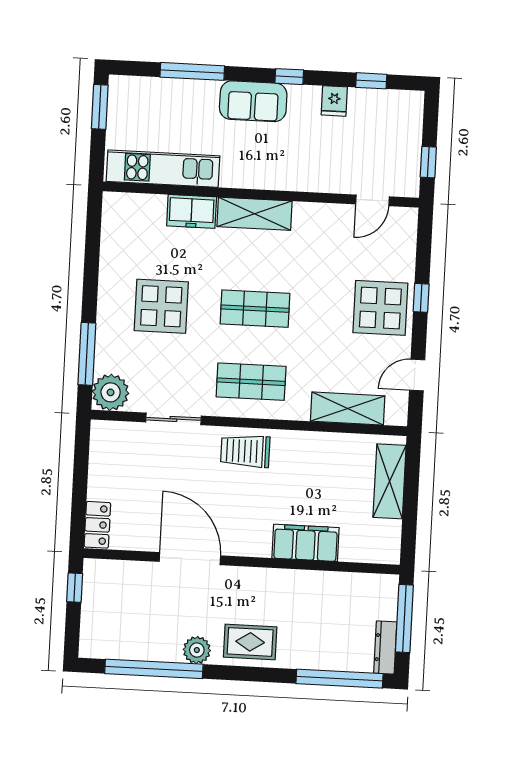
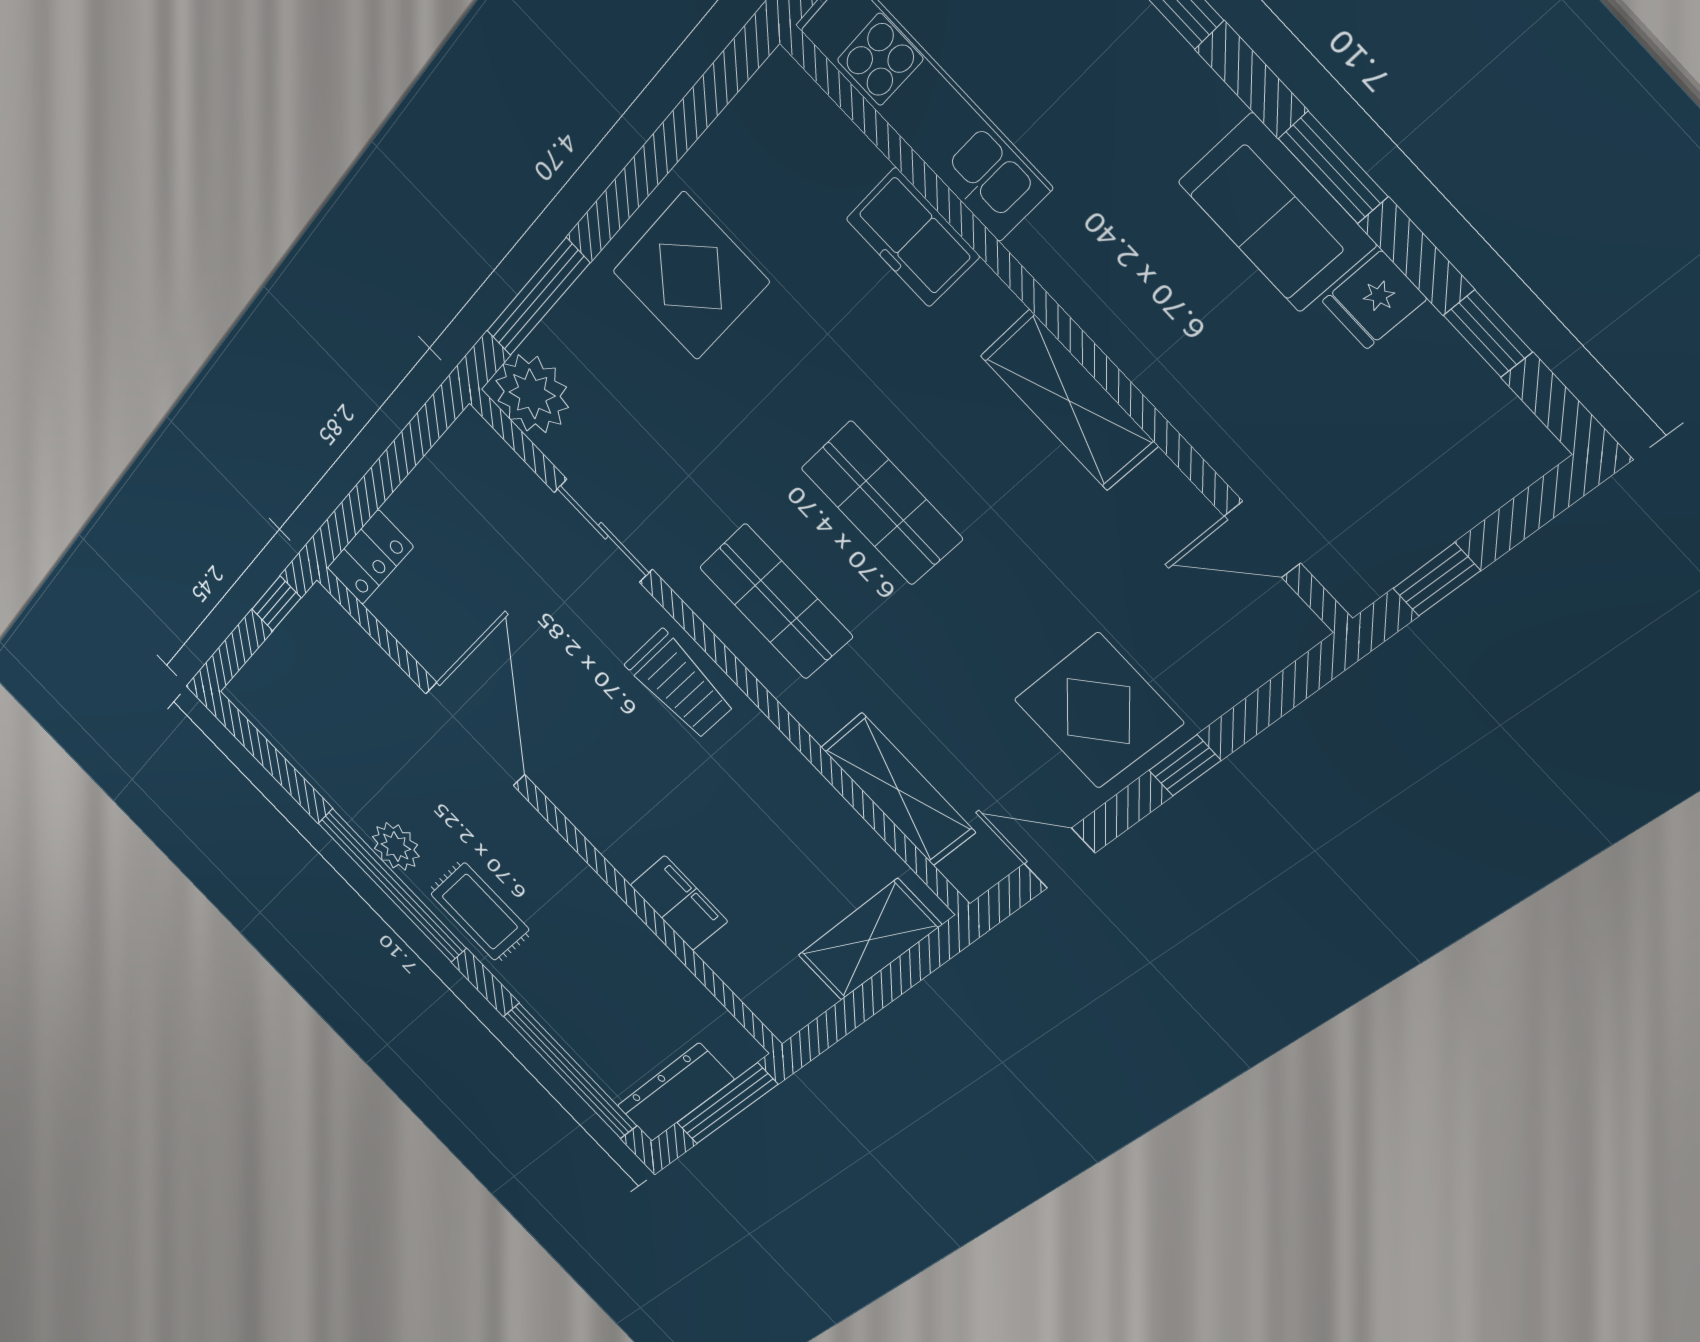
window: (289, 77) -> (1333, 168), width x1.50
sofa: (253, 101) -> (1276, 213), moved
shelving: (255, 214) -> (1069, 401), moved
display table: (161, 306) -> (690, 276), moved
trolley: (245, 451) -> (680, 685), turned 180
filing cabinet: (306, 543) -> (679, 903), width x0.67, depth x0.86
dresser: (385, 648) -> (675, 1093), width x1.37, depth x1.24
window: (154, 669) -> (392, 886), moved

